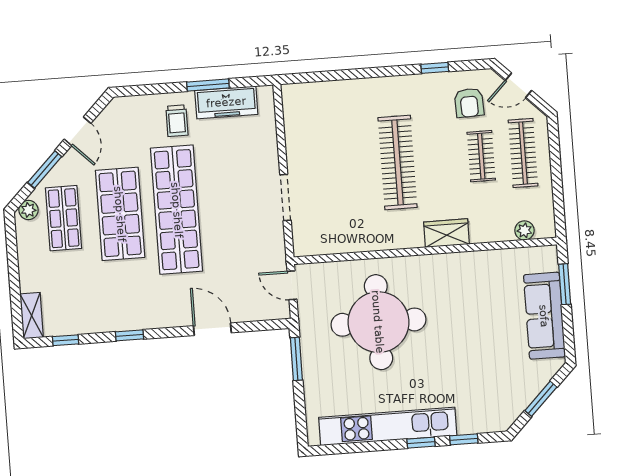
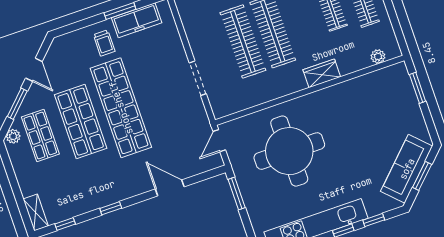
clothes rail: (356, 166) -> (243, 42), added
door: (292, 285) -> (219, 141), hinge flipped
sofa: (544, 316) -> (407, 169), moved, turned 45

